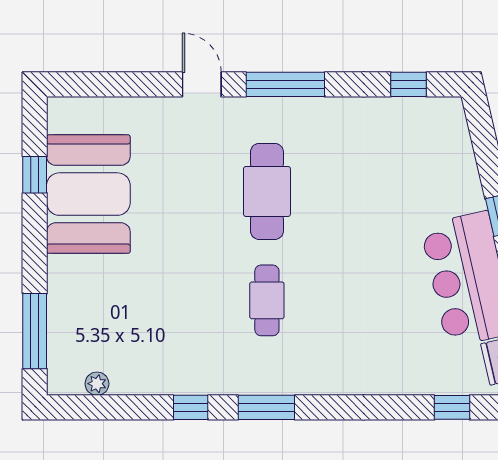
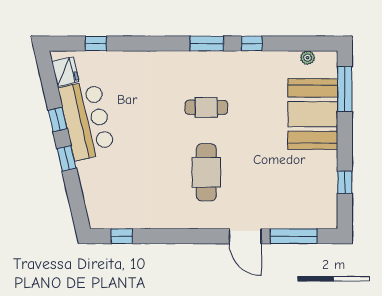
door: (202, 84) -> (245, 236), width x1.38
window: (285, 84) -> (294, 236), moved
booth: (88, 194) -> (313, 114), moved
cafe table: (267, 300) -> (206, 107), turned 90

